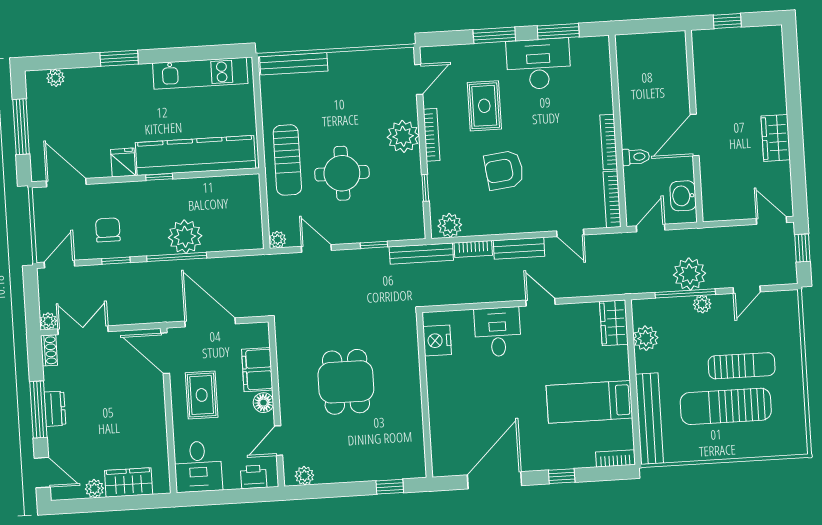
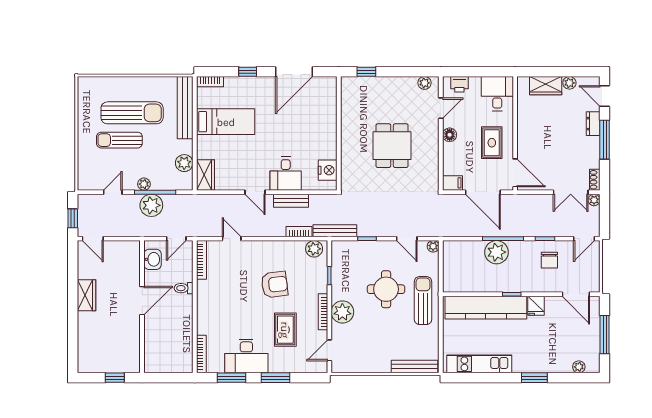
bookcase: (609, 142) -> (201, 354), moved
bench: (519, 248) -> (291, 201), moved
filing cabinet: (257, 370) -> (453, 183), moved, width x0.50
dresser: (55, 409) -> (593, 124), moved

